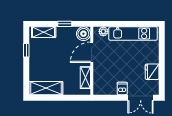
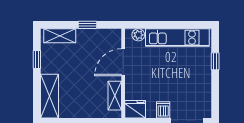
boiler: (83, 34) -> (112, 38), removed
window: (162, 52) -> (215, 61), added
fridge: (152, 72) -> (135, 109), moved, turned 90
shelving: (46, 88) -> (50, 96), moved, turned 90

